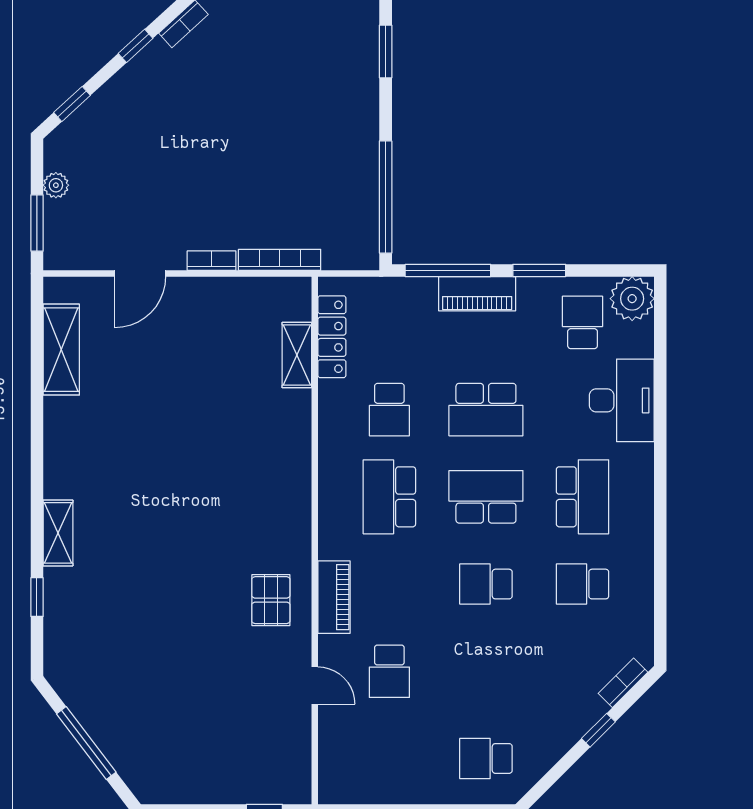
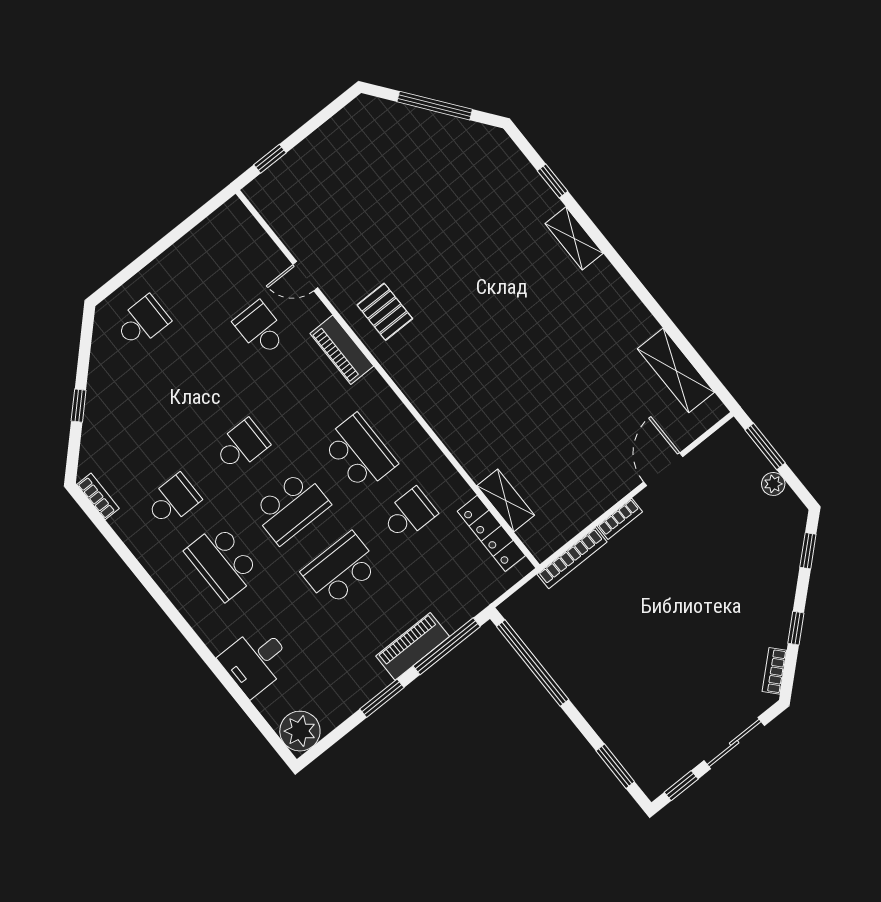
school desk: (583, 322) -> (322, 686), removed
desk: (622, 400) -> (256, 661), width x0.73
school desk: (389, 410) -> (409, 514), turned 90
bookcase: (623, 683) -> (98, 496), moved, turned -45

